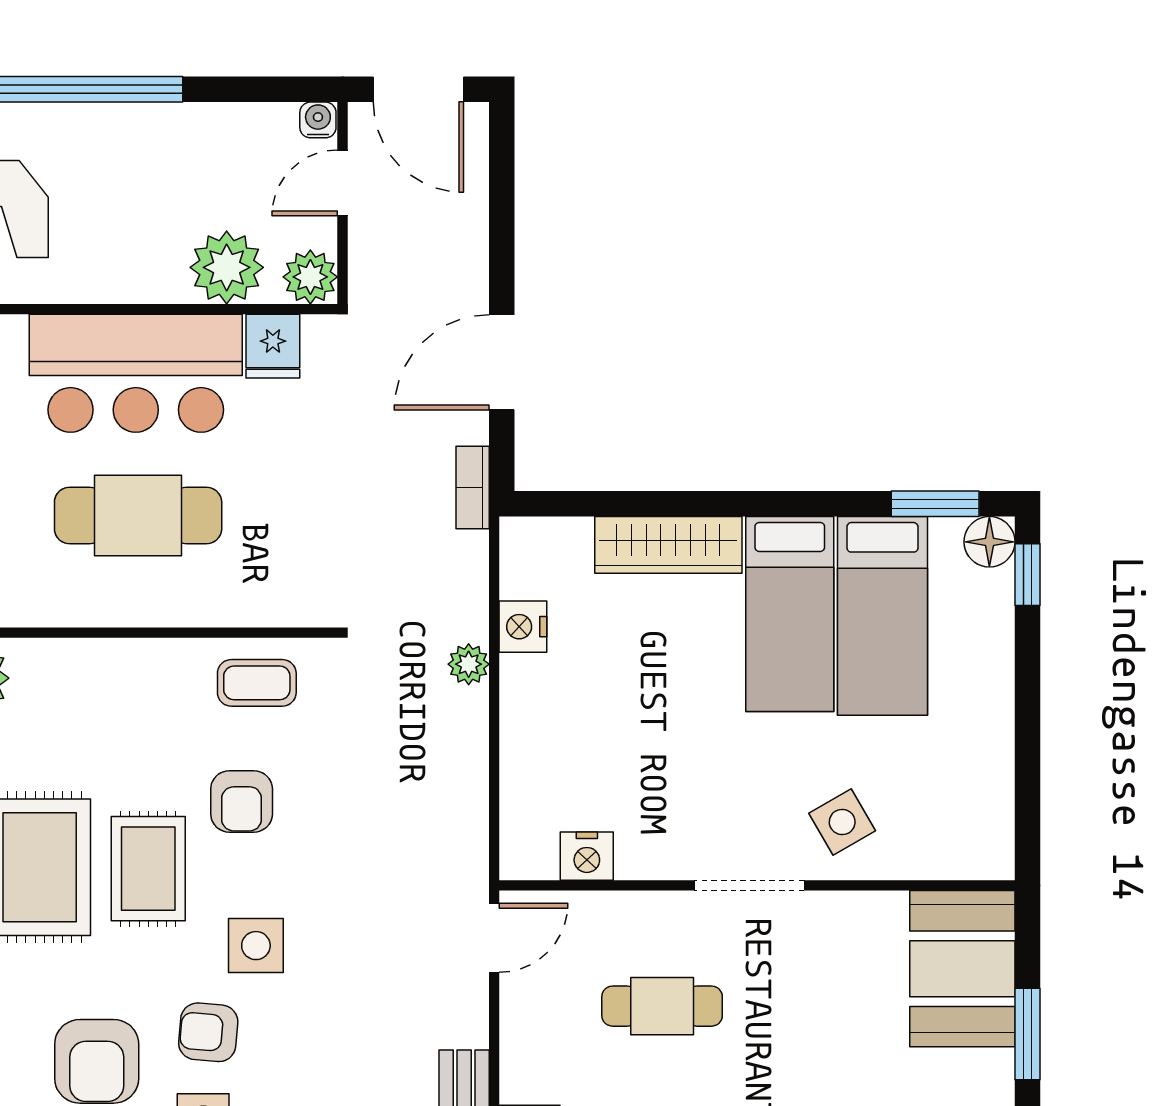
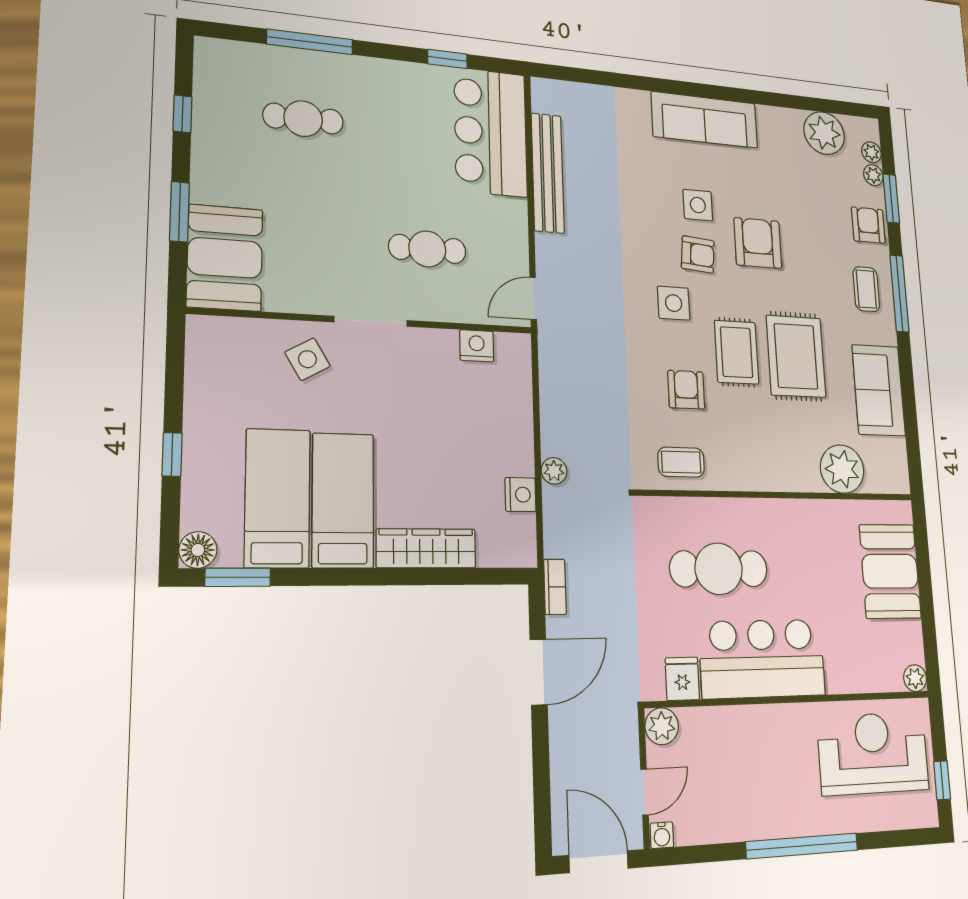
plant: (227, 267) -> (713, 730), removed
cafe table: (138, 515) -> (719, 569), moved
window: (1027, 575) -> (172, 454), moved

